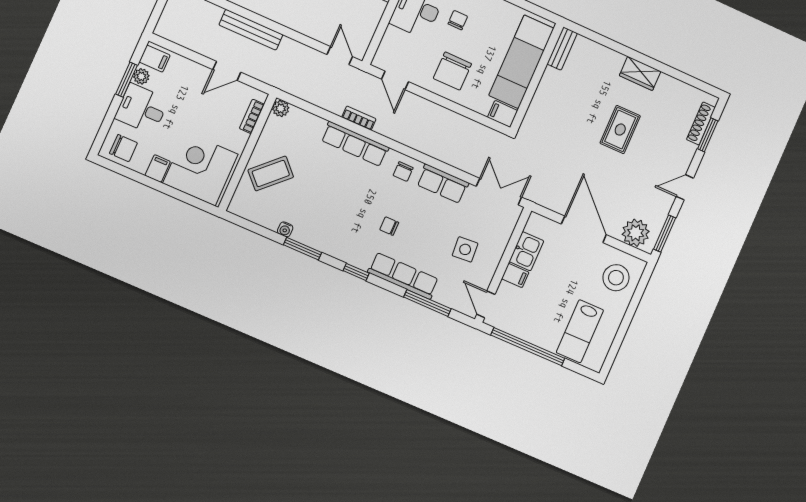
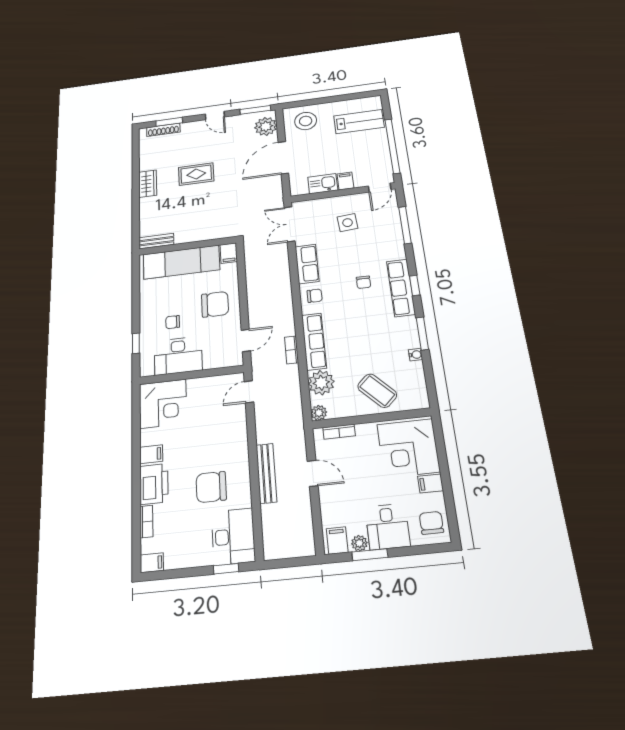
plant: (309, 127) -> (321, 383), added
row of seats: (403, 276) -> (401, 288), moved

